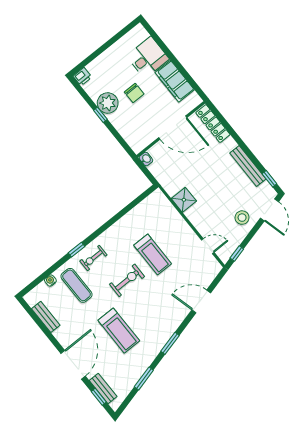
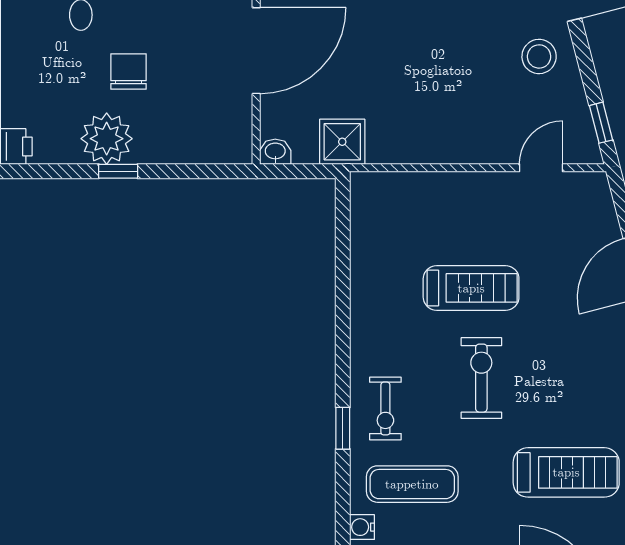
chair: (134, 93) -> (128, 72), turned -90
shower: (184, 200) -> (342, 142), moved

